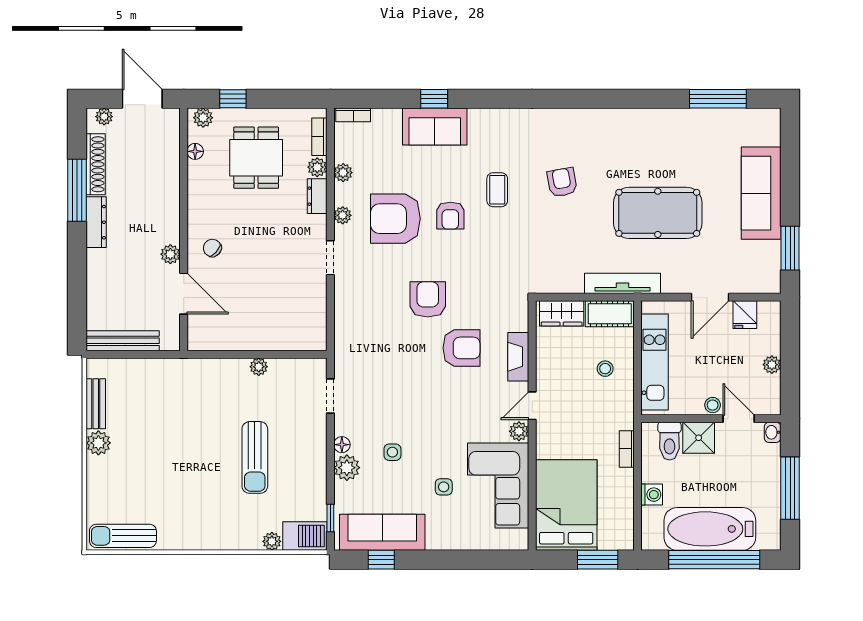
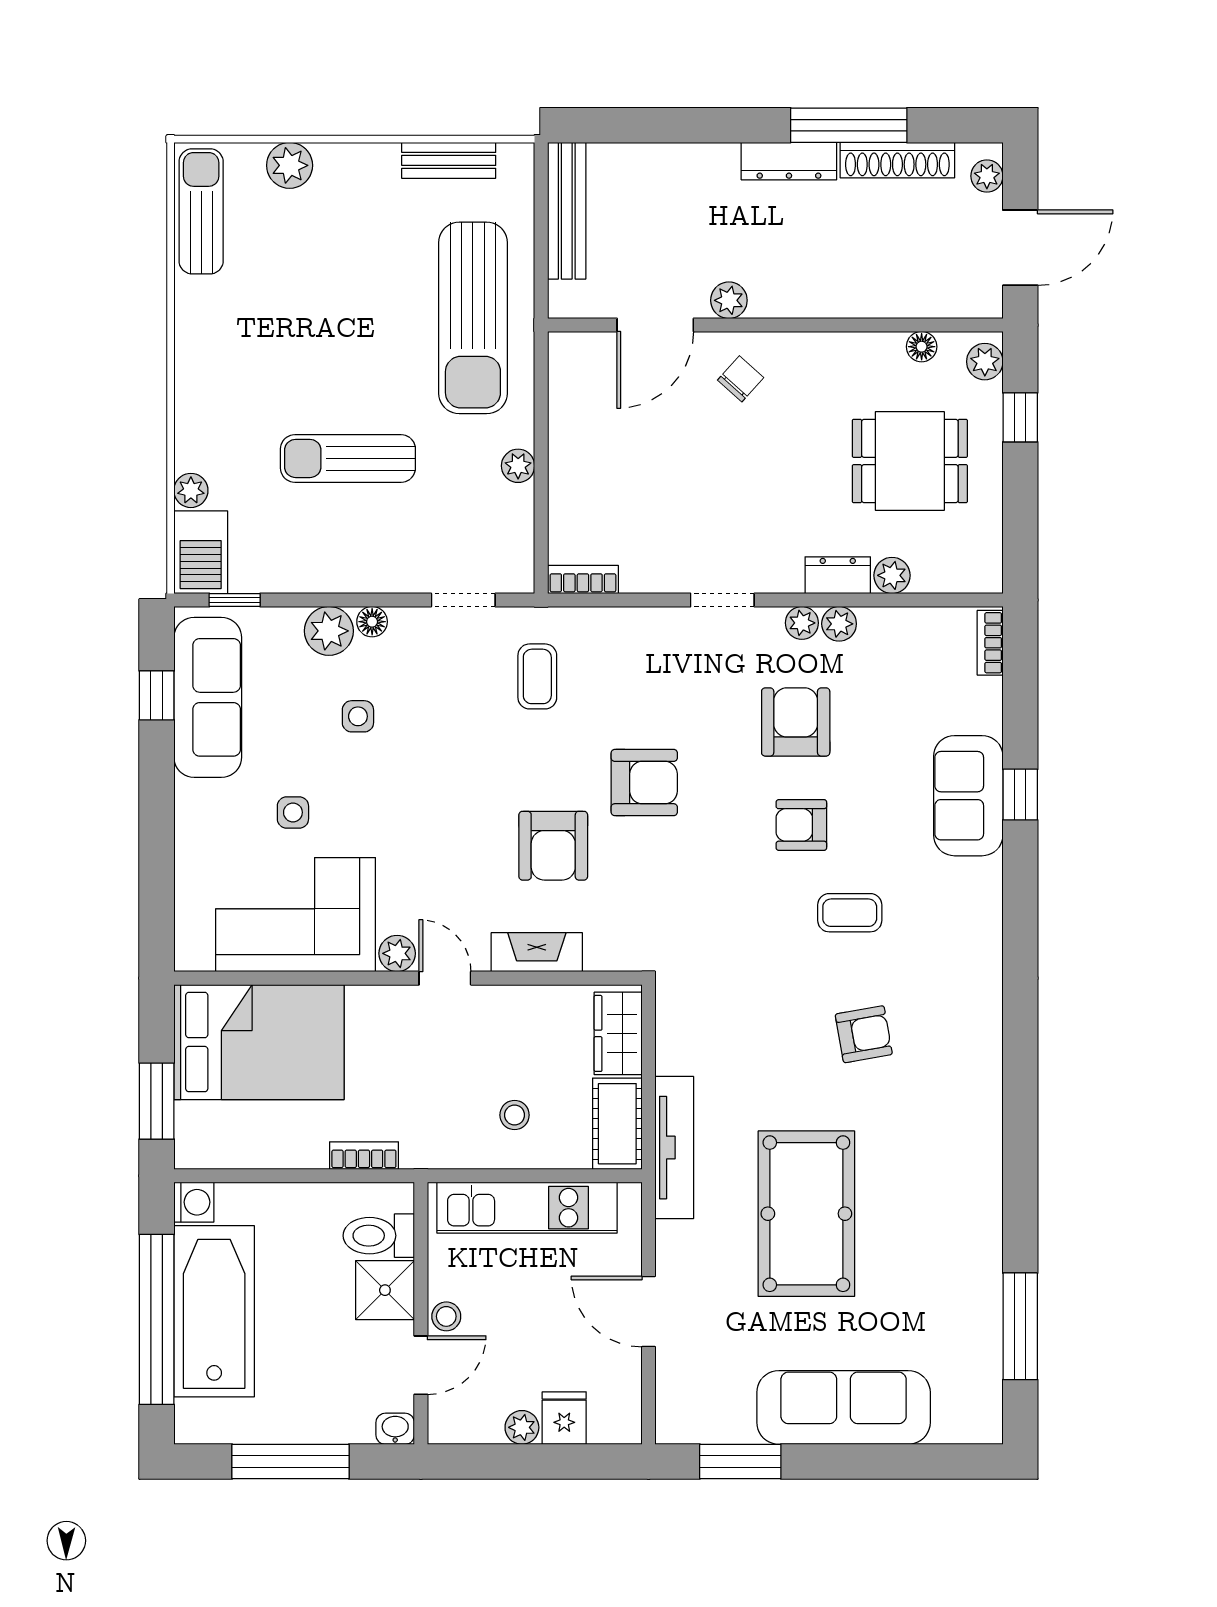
bookcase: (319, 137) -> (583, 579), moved
plant: (343, 173) -> (839, 624), moved
armchair: (395, 219) -> (796, 722), width x0.73, depth x0.73
fridge: (745, 315) -> (564, 1418), moved, turned 90
coffee table: (371, 356) -> (537, 676), added
sun lounger: (180, 391) -> (473, 318), added
plant: (98, 443) -> (290, 165), moved
washing machine: (652, 495) -> (194, 1202), moved, turned -90

